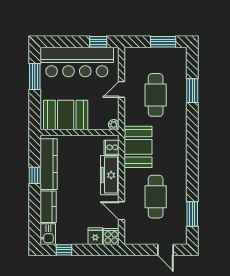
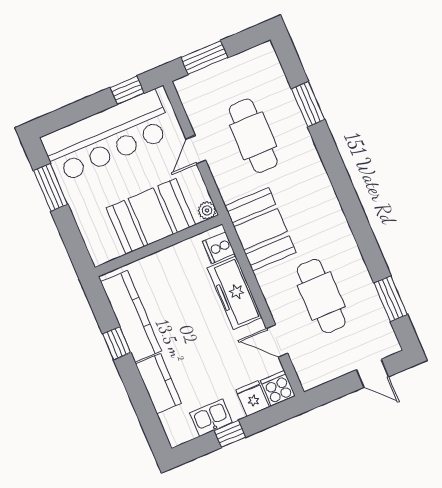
window: (163, 42) -> (204, 57), moved
booth: (66, 115) -> (151, 216), moved
kitchen sink: (48, 234) -> (211, 418), moved, turned -90
window: (64, 250) -> (230, 434), moved

